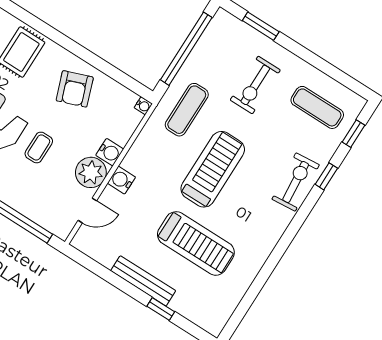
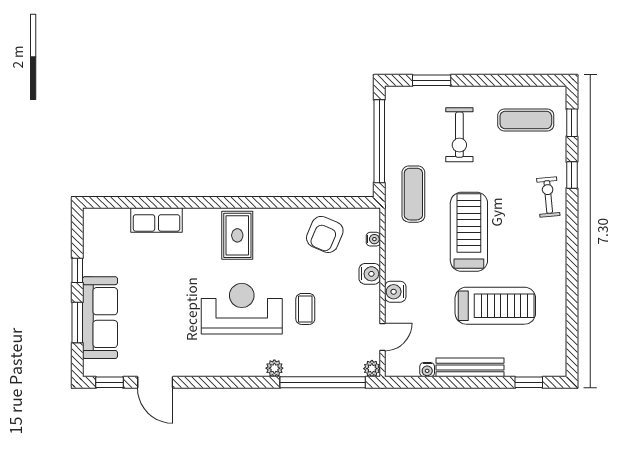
armchair: (75, 89) -> (325, 234), moved, turned 43
water cooler: (143, 106) -> (373, 239), moved
plant: (91, 172) -> (372, 369), moved, width x0.53, depth x0.53
exercise bike: (296, 182) -> (548, 197), width x0.73, depth x0.72
water cooler: (107, 260) -> (427, 370), added
window: (161, 309) -> (529, 382), moved

